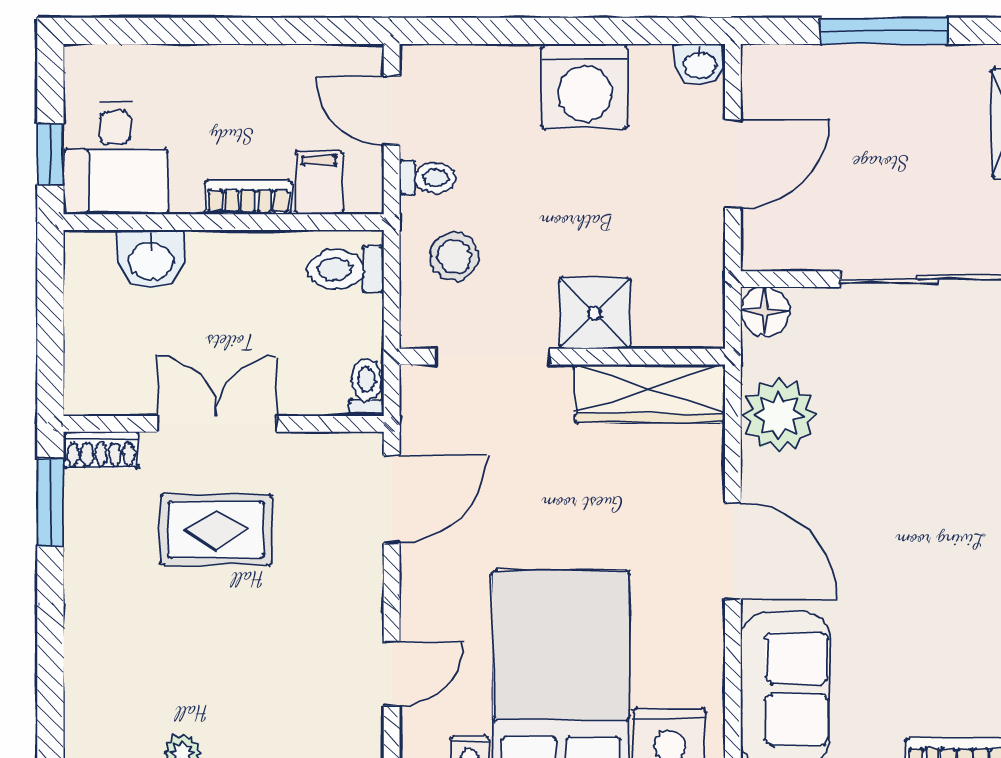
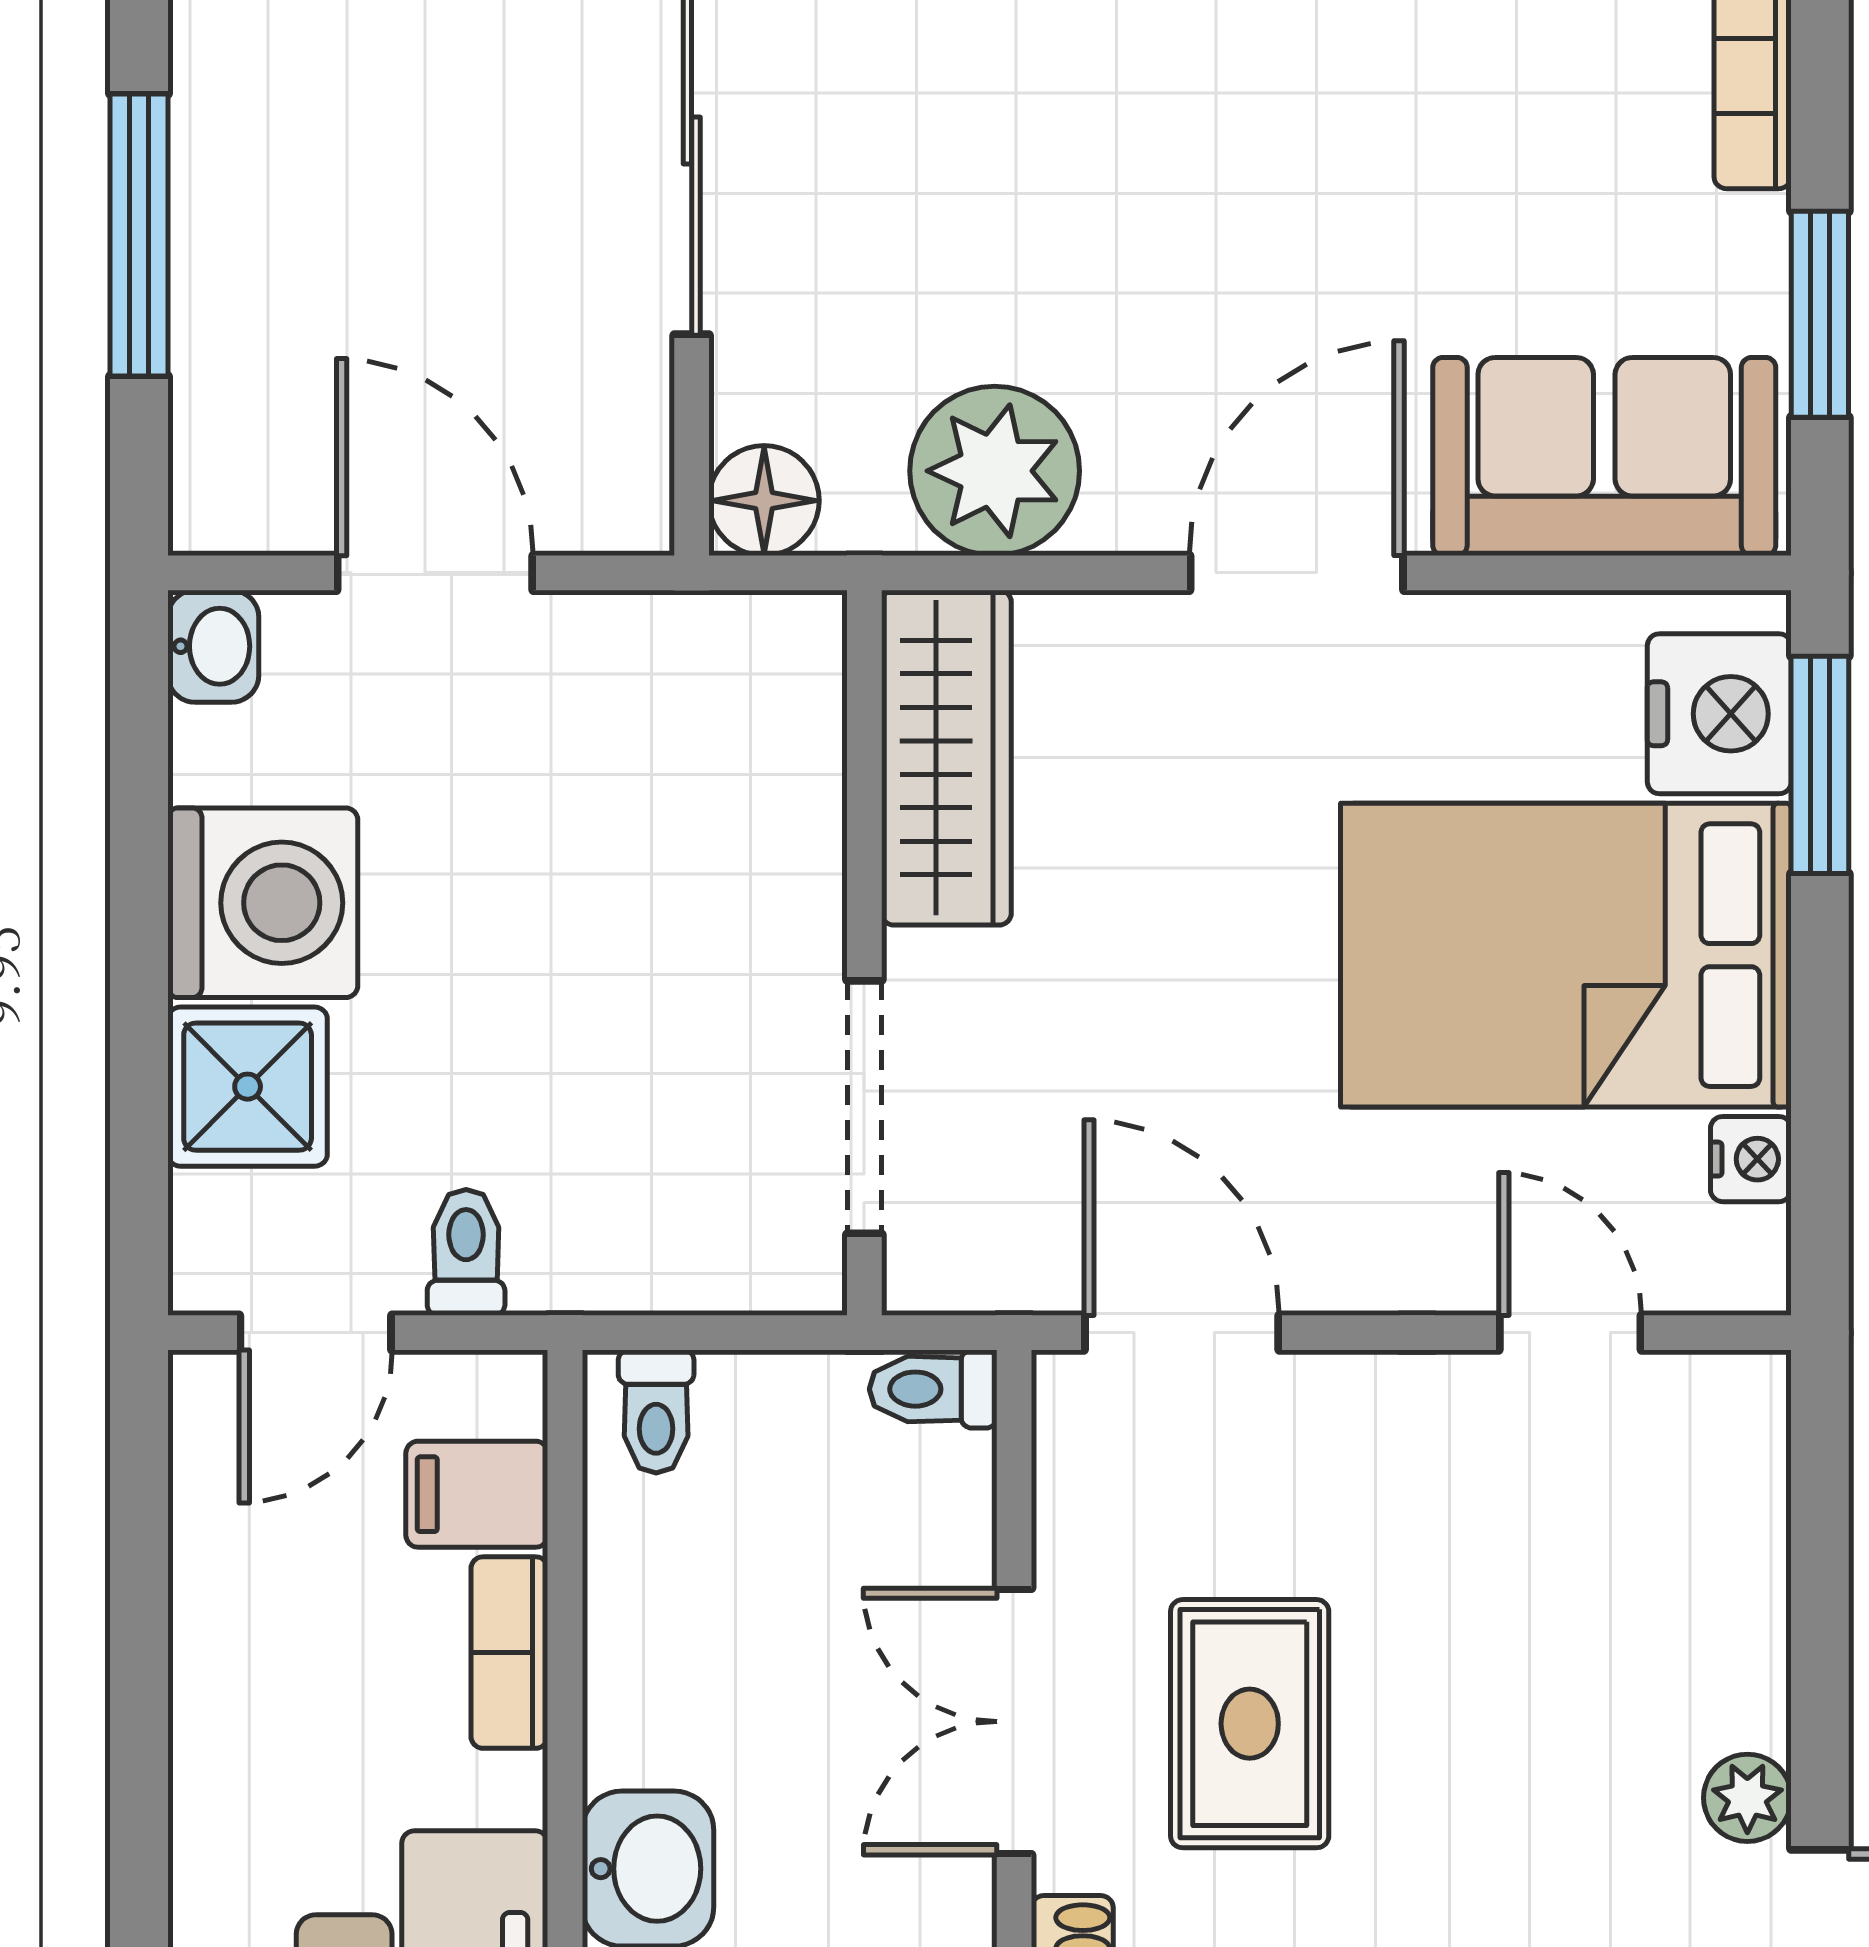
stool: (454, 256) -> (641, 1193), removed
toilet: (345, 269) -> (656, 1412), width x0.73, depth x0.72
shower: (595, 313) -> (248, 1087), moved

